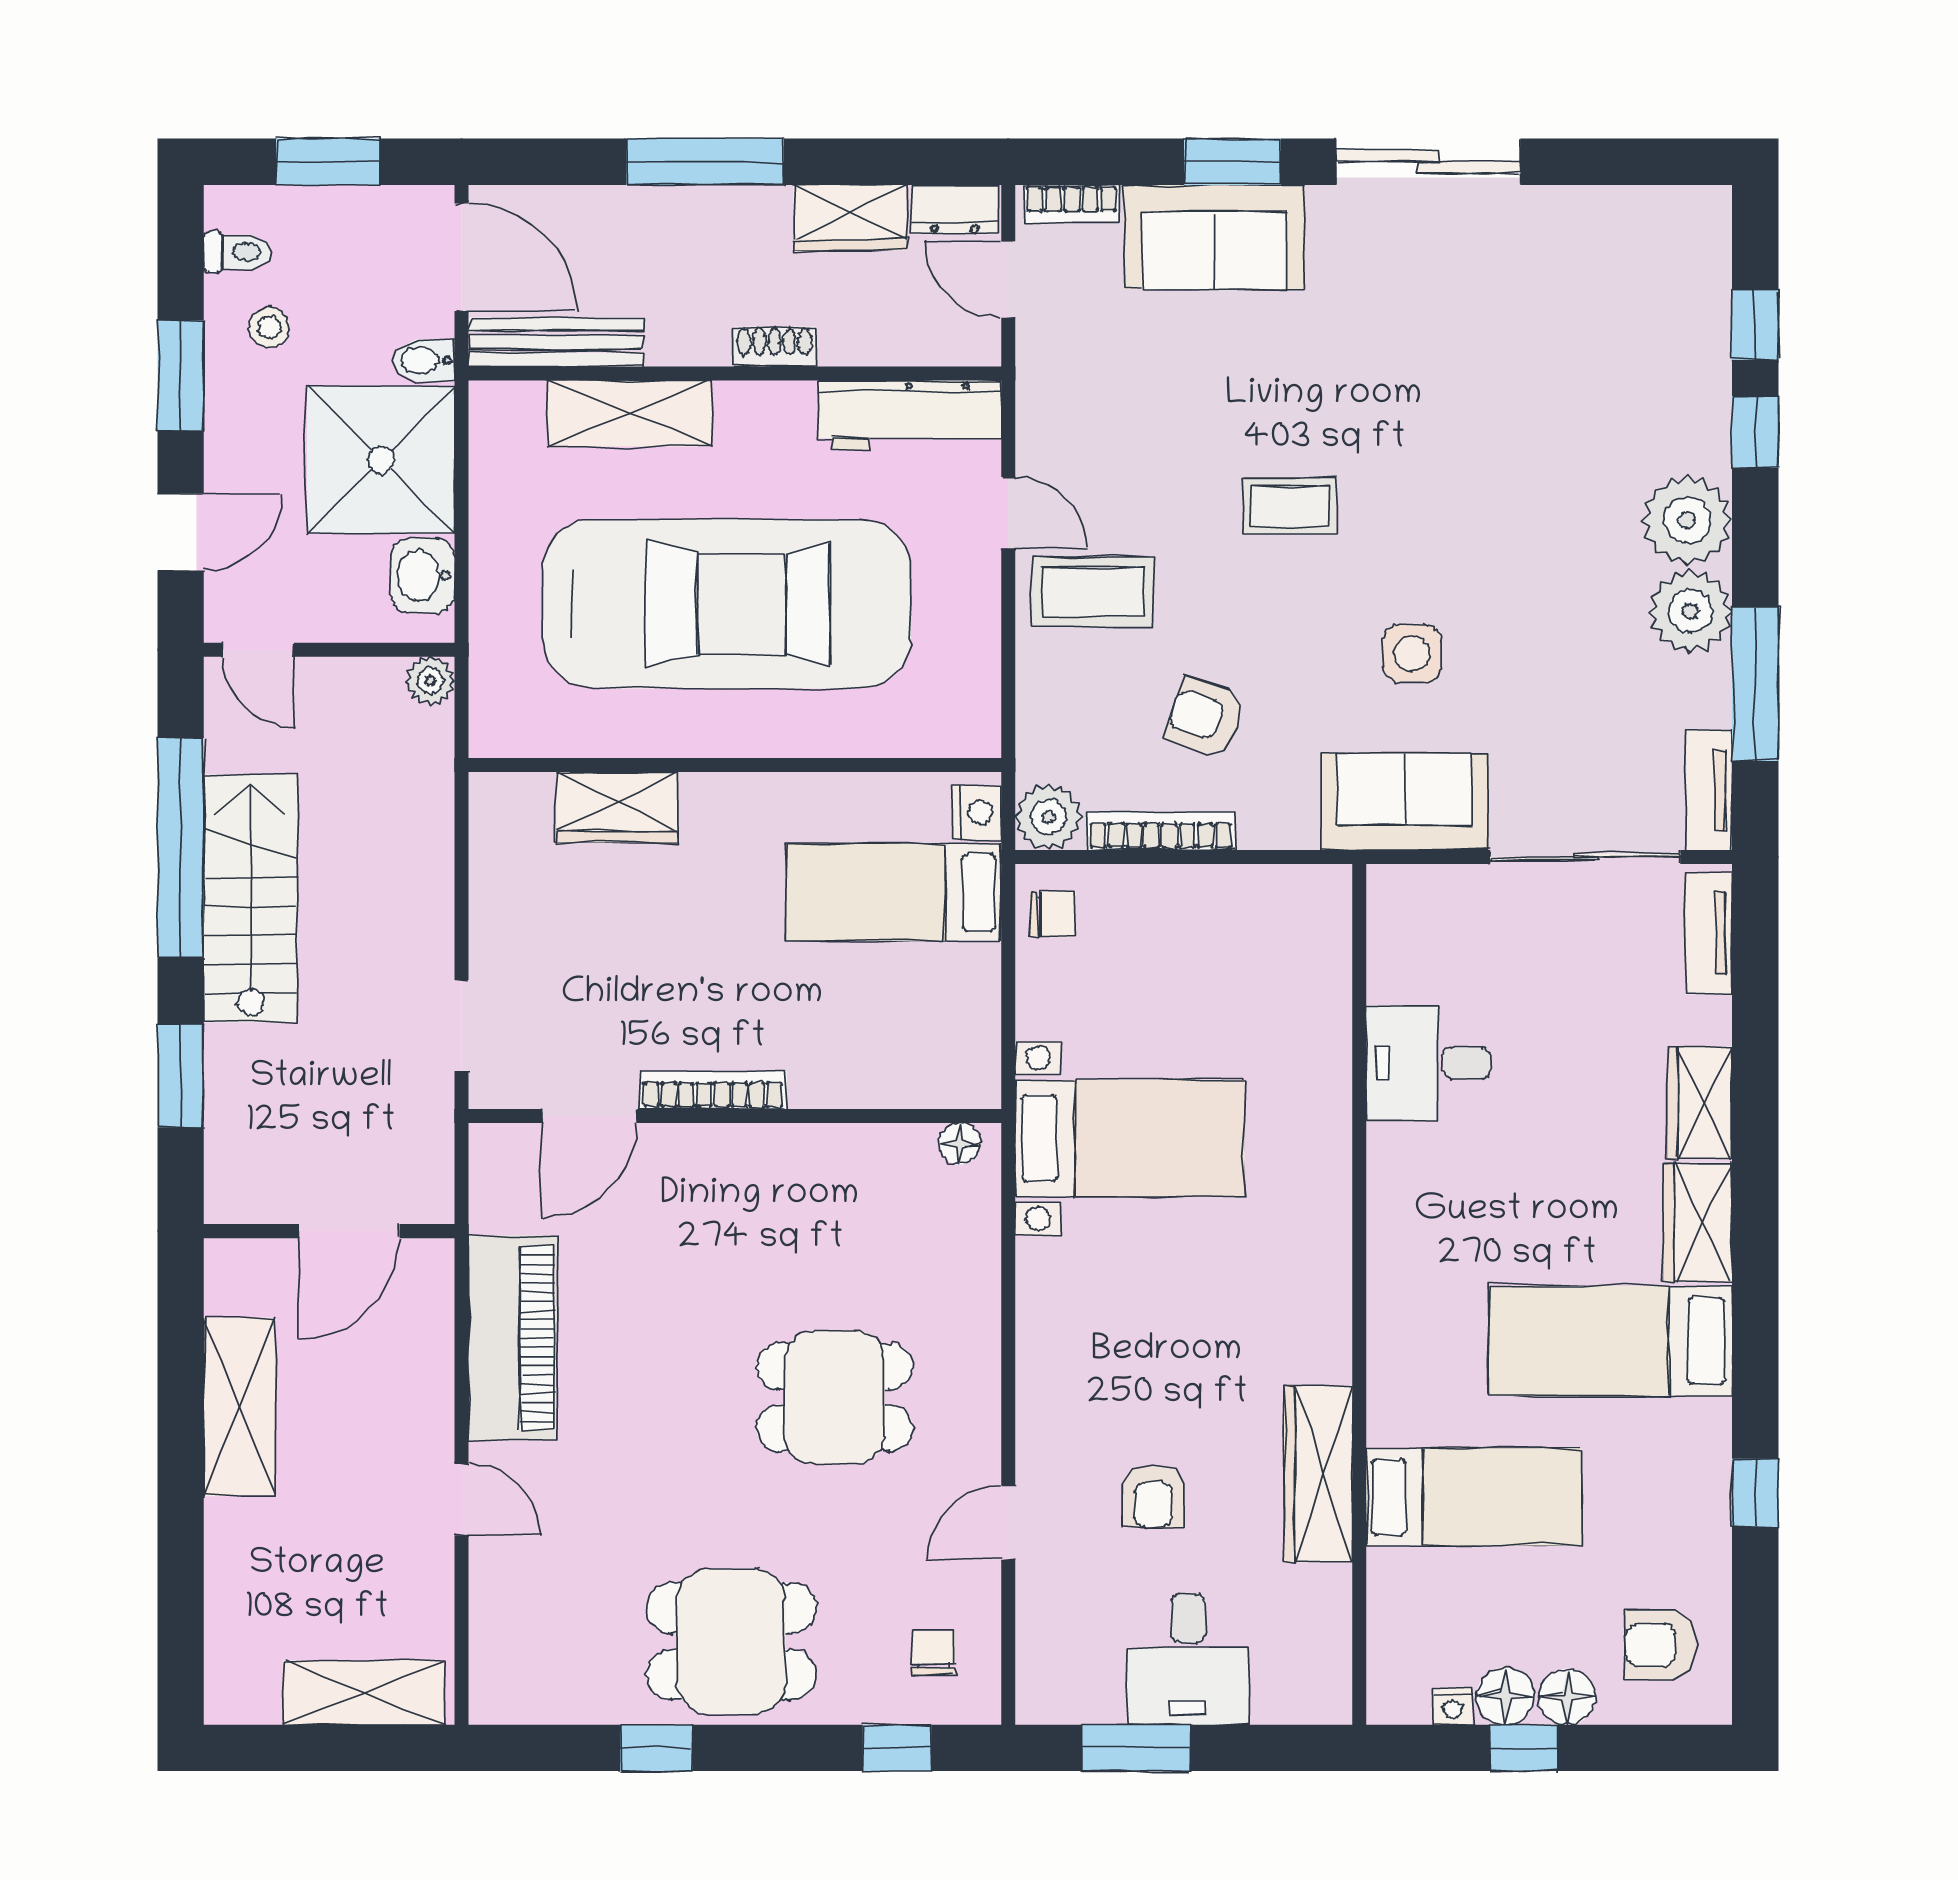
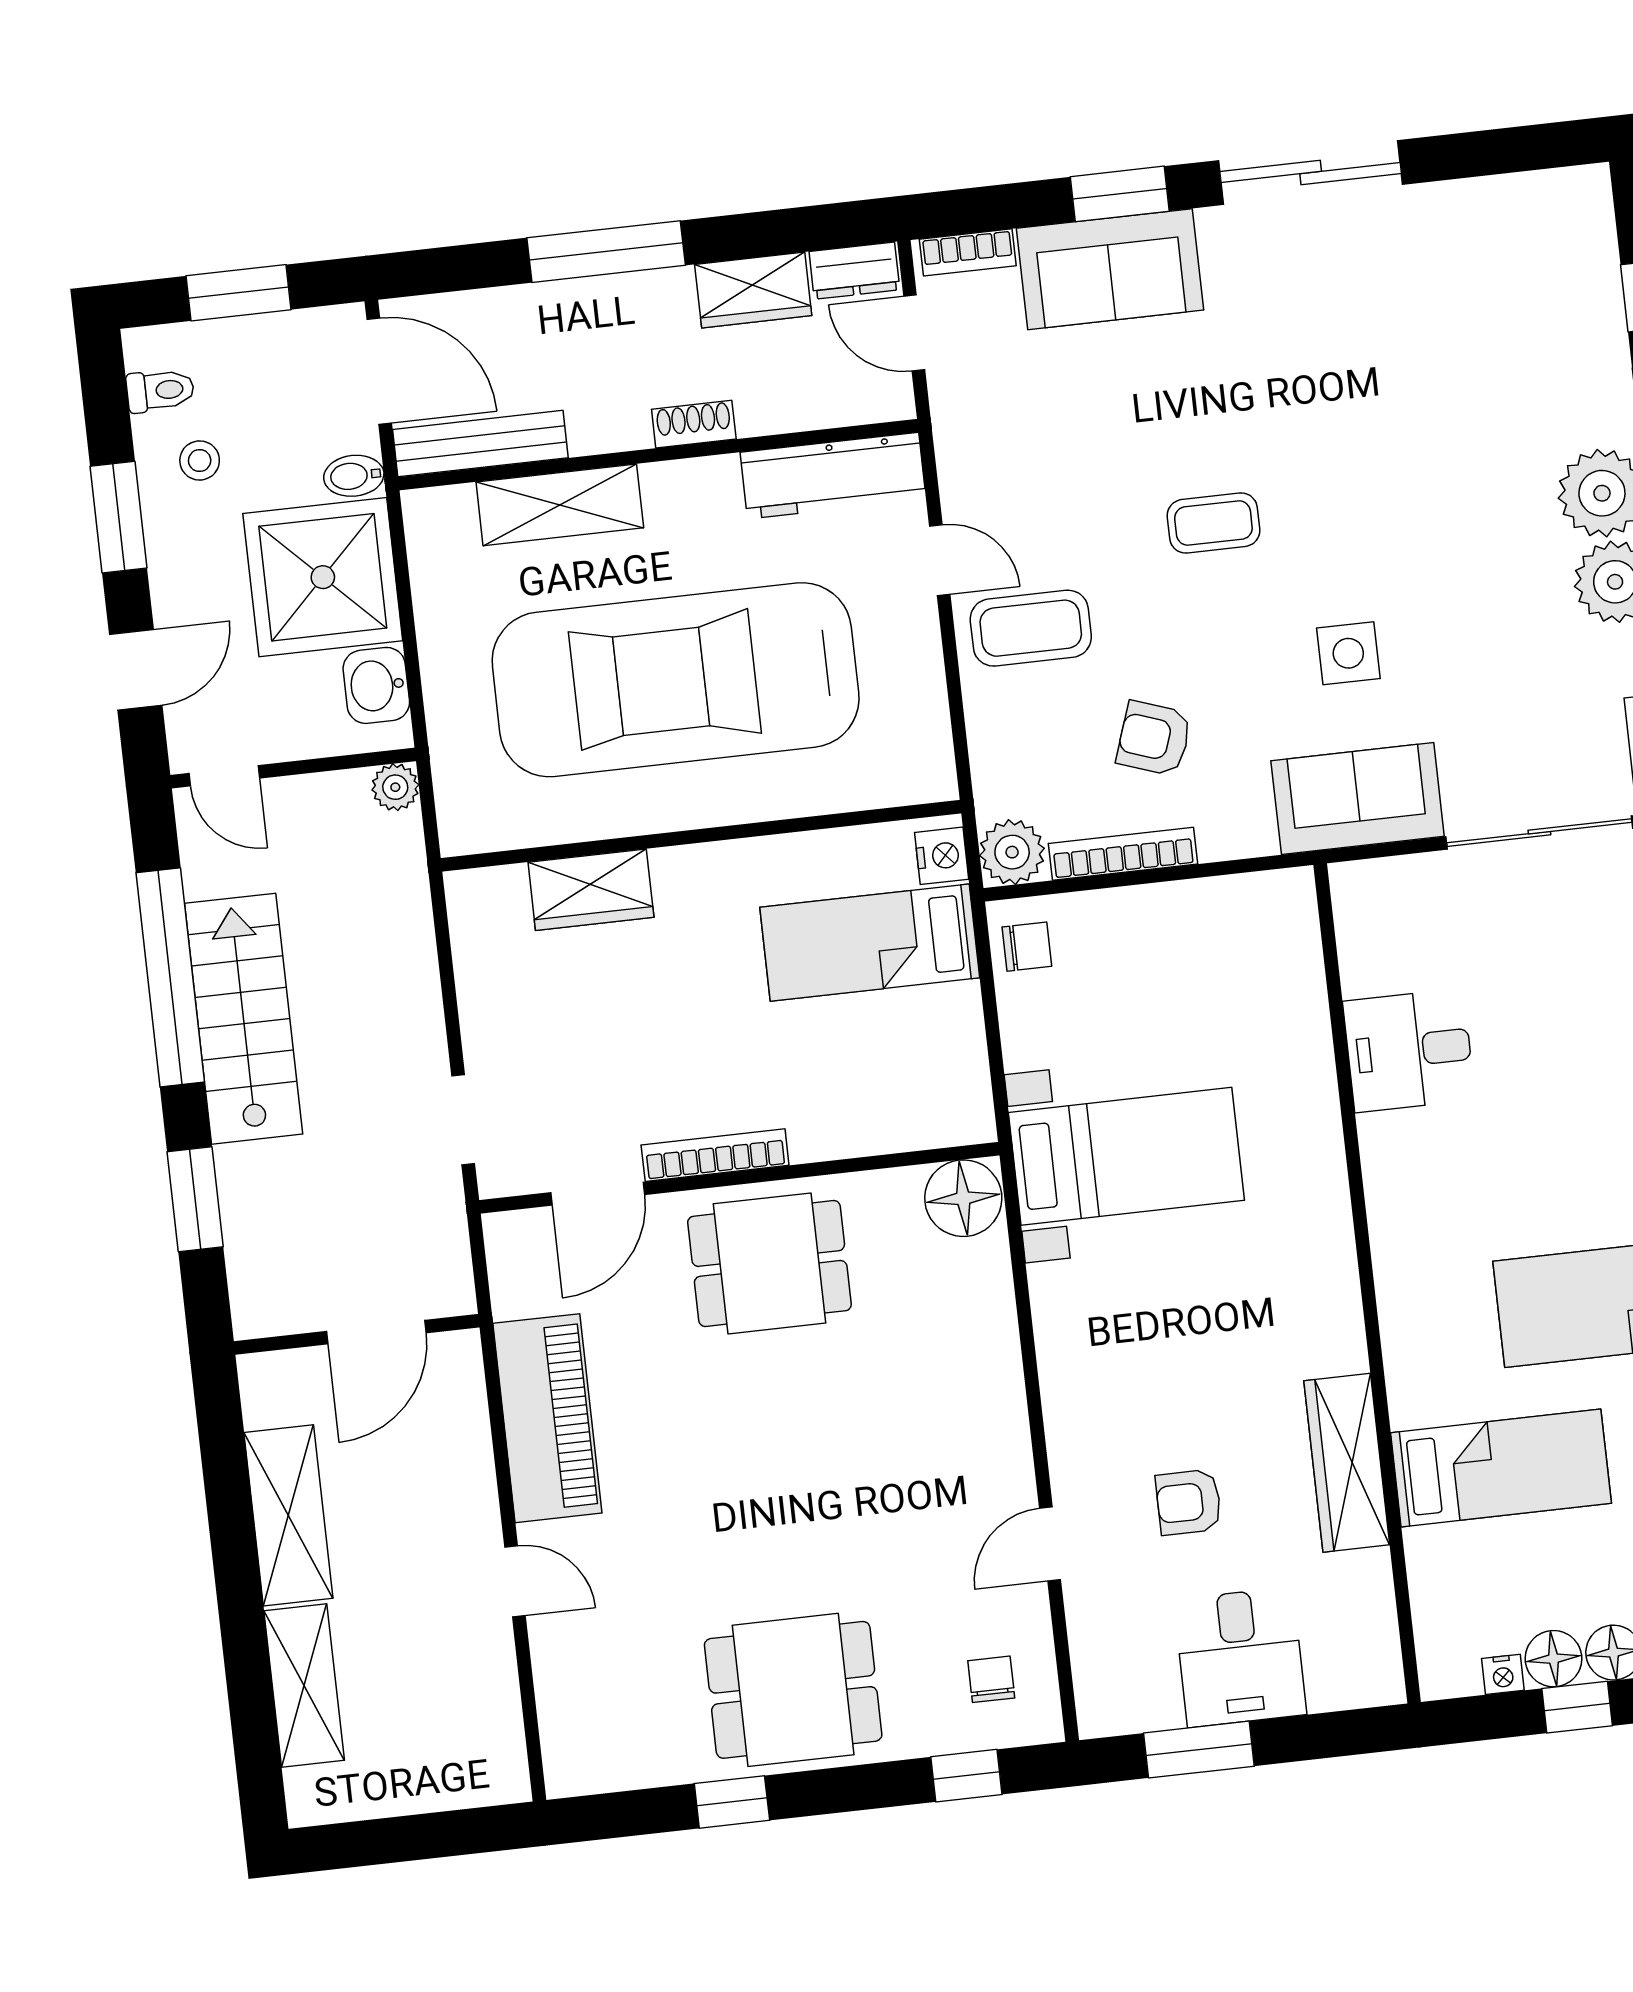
car: (727, 604) -> (676, 680), turned 180
floor lamp: (960, 1144) -> (963, 1198), width x1.89, depth x1.89
dining table: (835, 1397) -> (769, 1263), moved
armchair: (1153, 1496) -> (1189, 1502), turned 90
shelving: (363, 1693) -> (304, 1685), moved, turned 90

